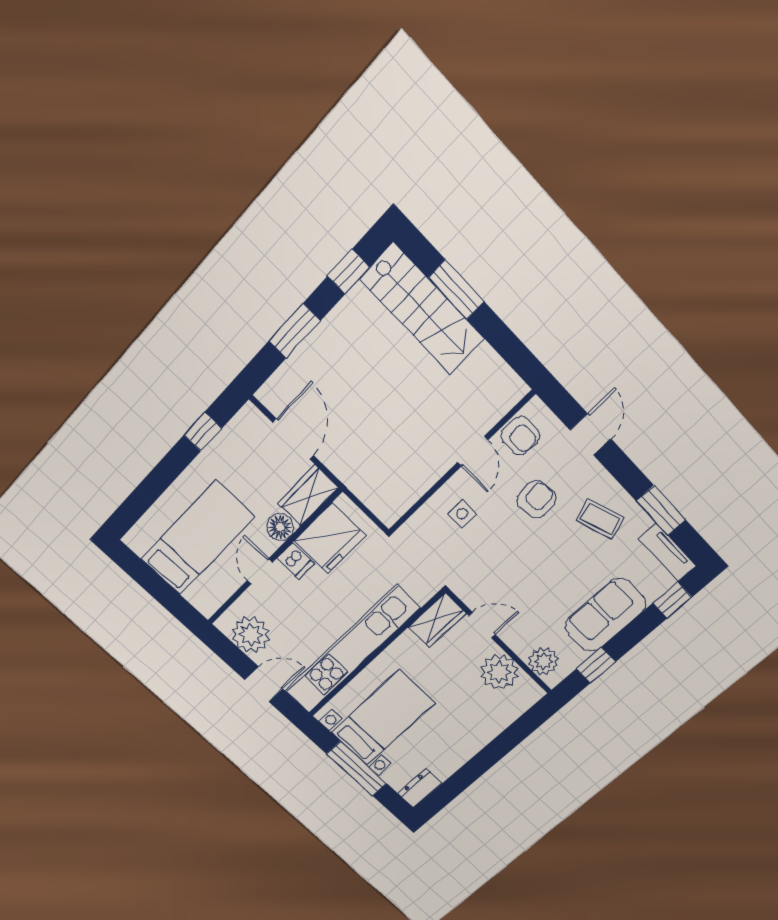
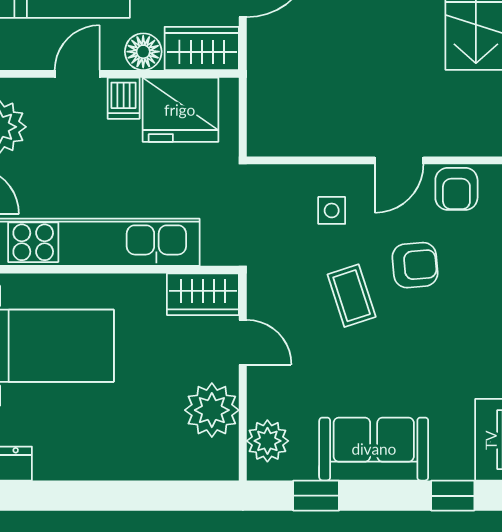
coffee table: (600, 519) -> (352, 296), moved

